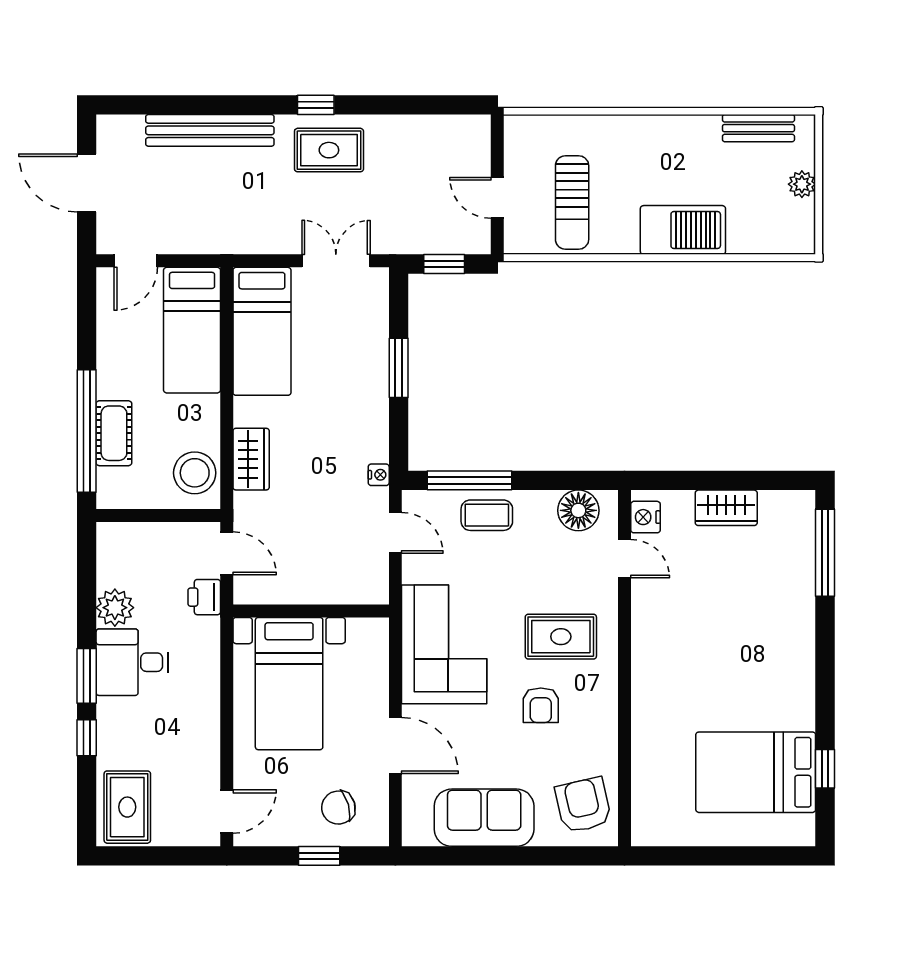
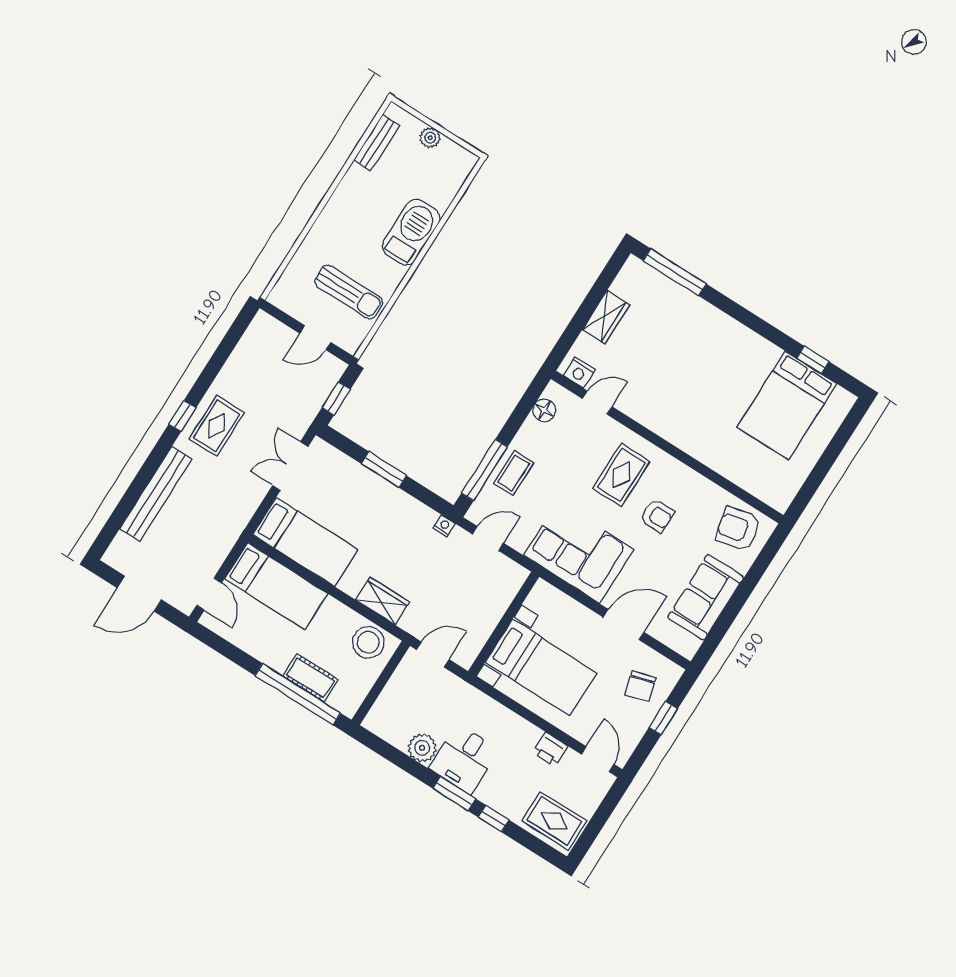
floor lamp: (578, 510) -> (544, 410), width x0.73, depth x0.73
printer: (204, 597) -> (550, 749), moved

